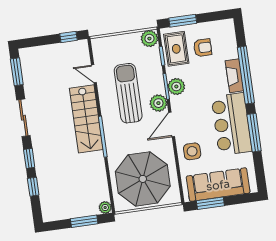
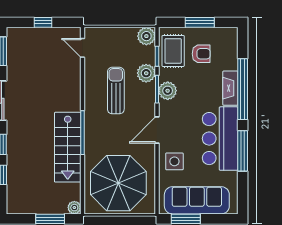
window: (183, 21) -> (200, 22), moved
window: (69, 37) -> (43, 22), moved
door: (94, 74) -> (82, 48), moved
sun lounger: (128, 93) -> (116, 91), width x0.73, depth x0.75
plant: (158, 103) -> (146, 73), moved
stairs: (86, 119) -> (68, 147), moved

